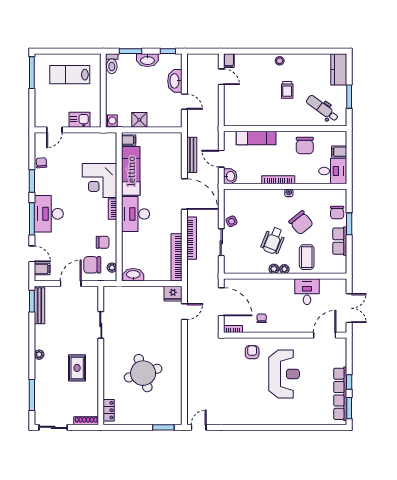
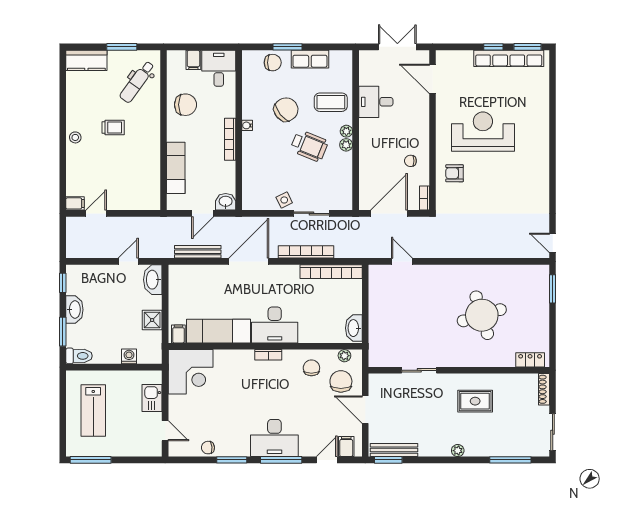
washbasin: (175, 81) -> (153, 280), moved, turned 90
washing machine: (111, 121) -> (129, 356), moved
corner desk: (100, 181) -> (191, 372), moved
chair: (92, 265) -> (341, 381), turned 180
fridge: (173, 294) -> (378, 276), removed

